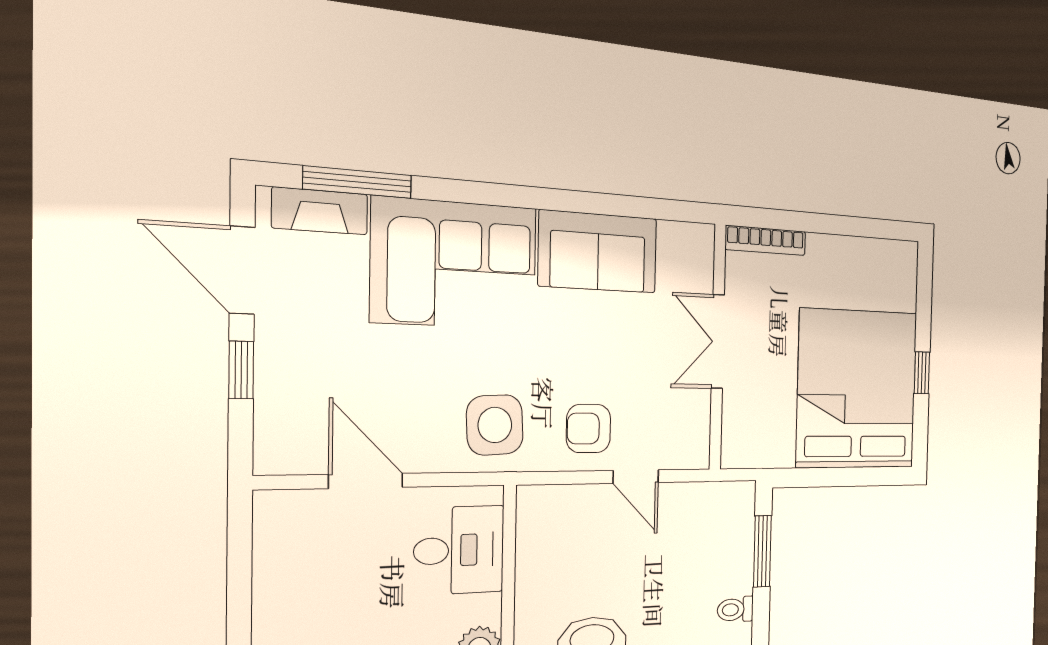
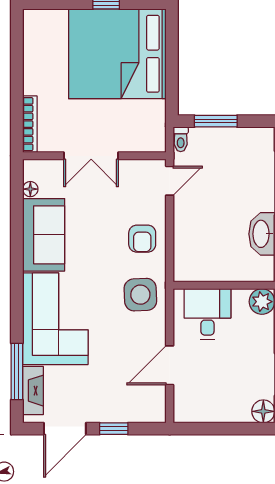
floor lamp: (670, 234) -> (30, 189), added
door: (636, 477) -> (170, 181), moved
toilet: (735, 610) -> (181, 139), moved

